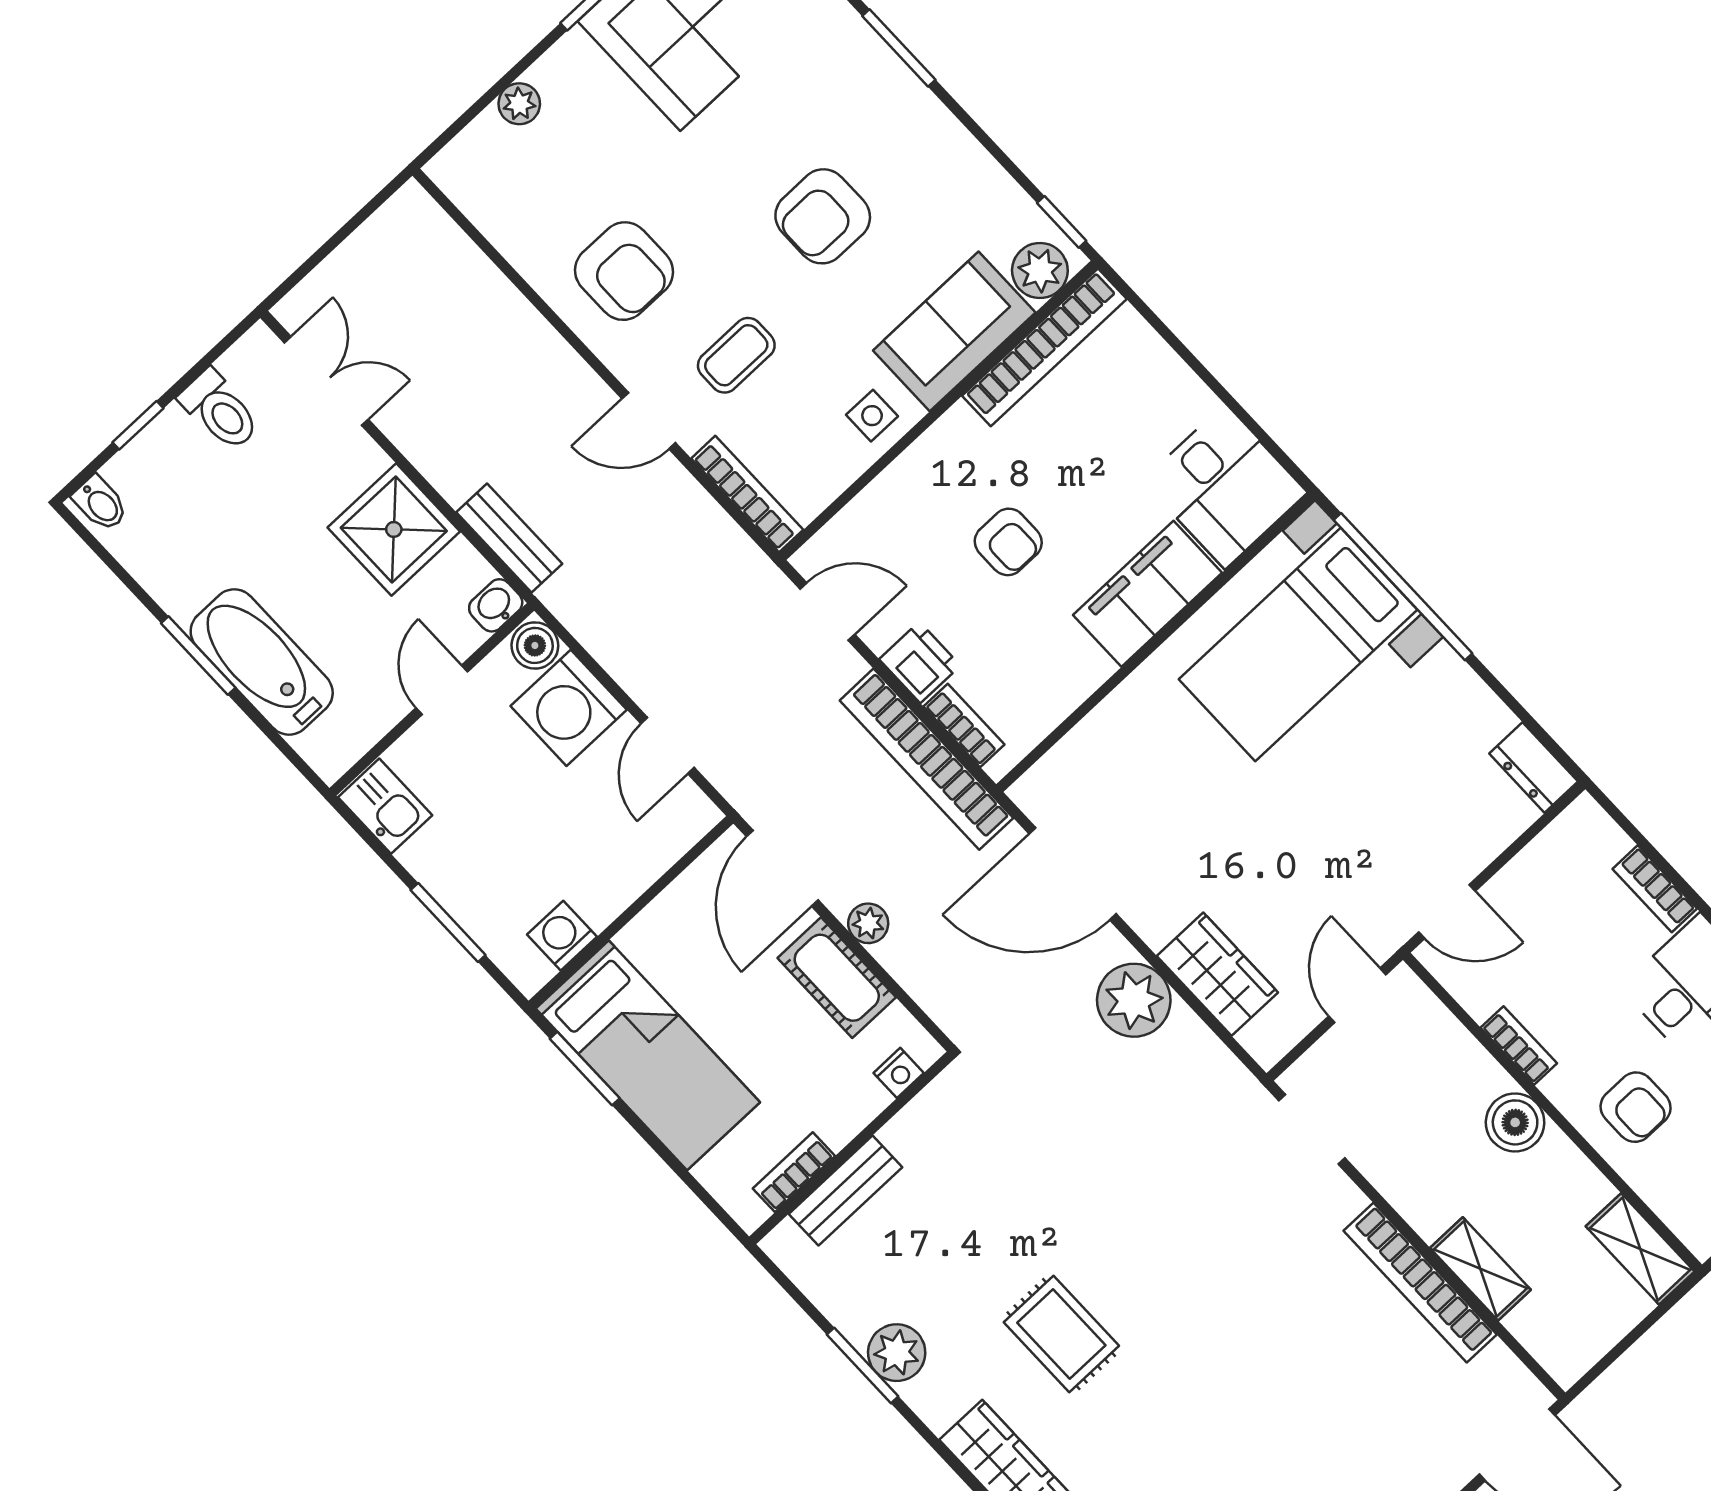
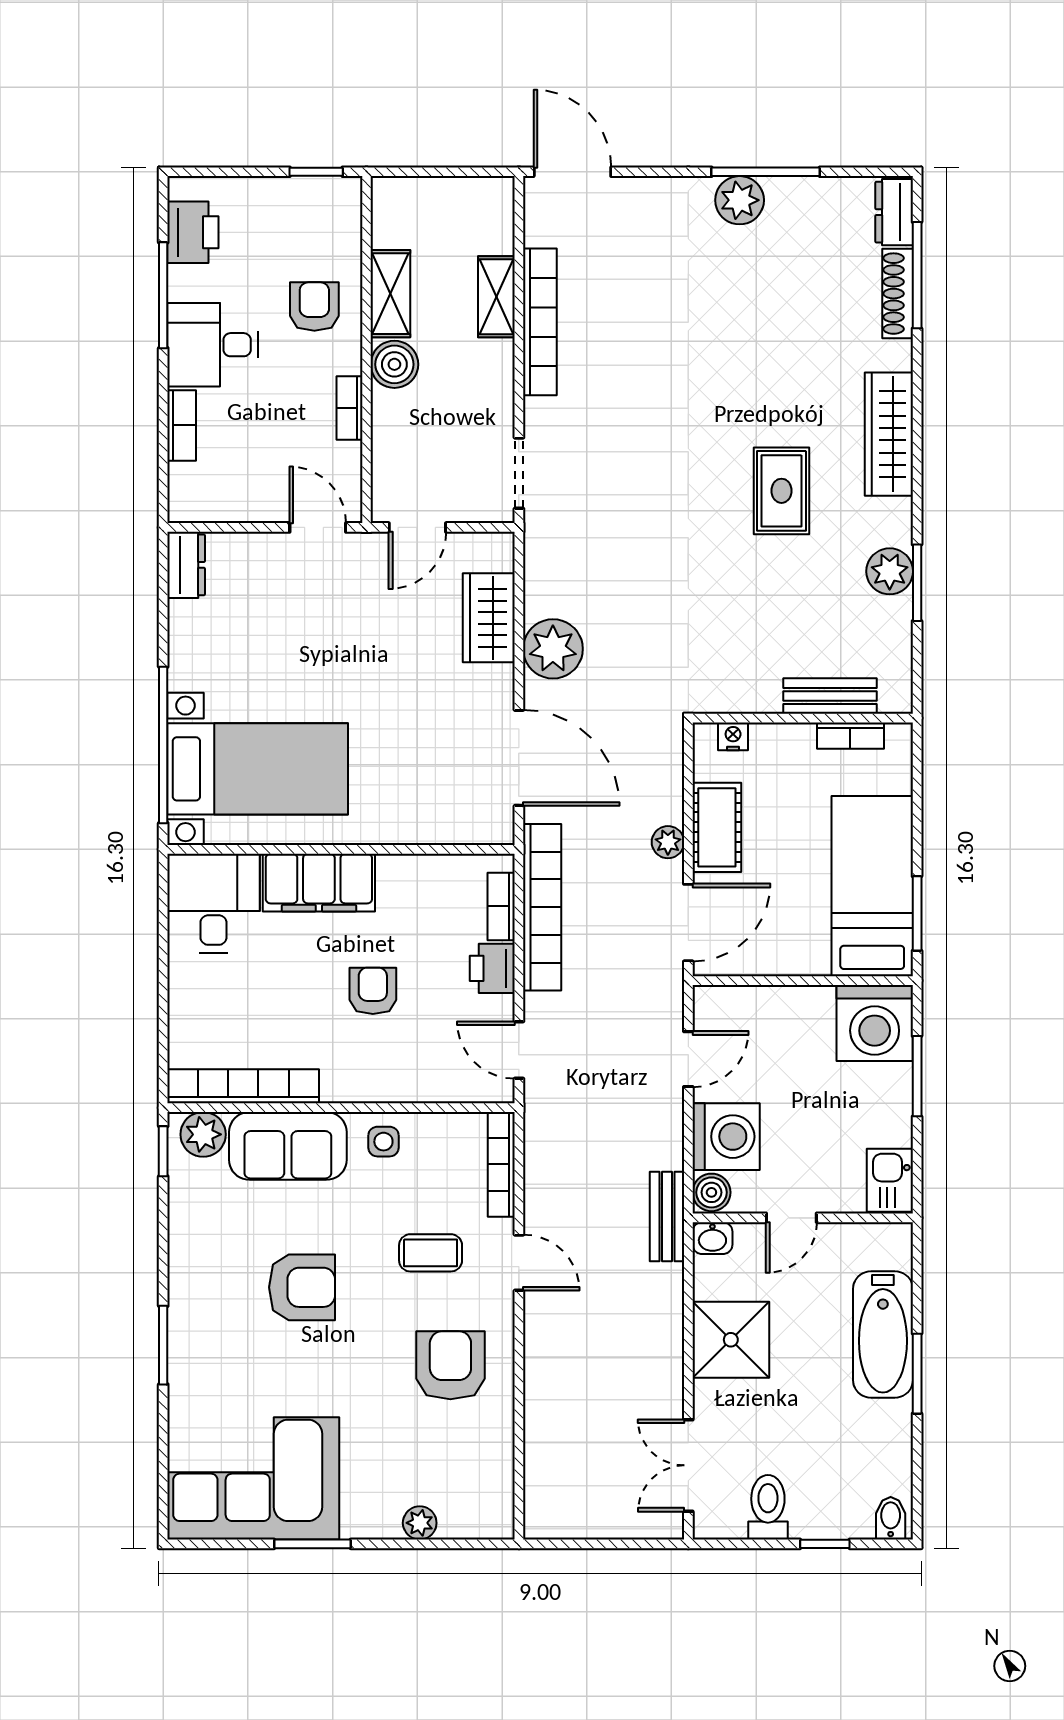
bench: (509, 538) -> (667, 1217), moved
washing machine: (562, 936) -> (875, 1023), width x1.89, depth x1.89
shelving: (1640, 1249) -> (390, 294), moved

